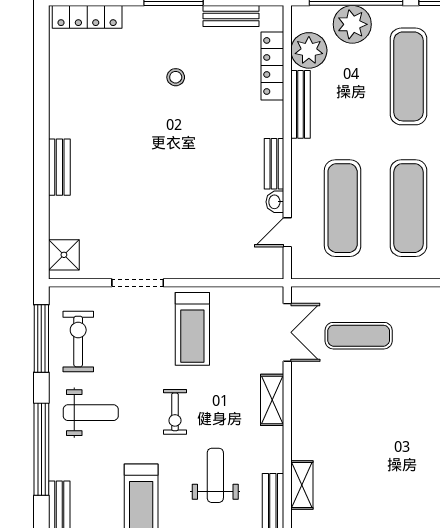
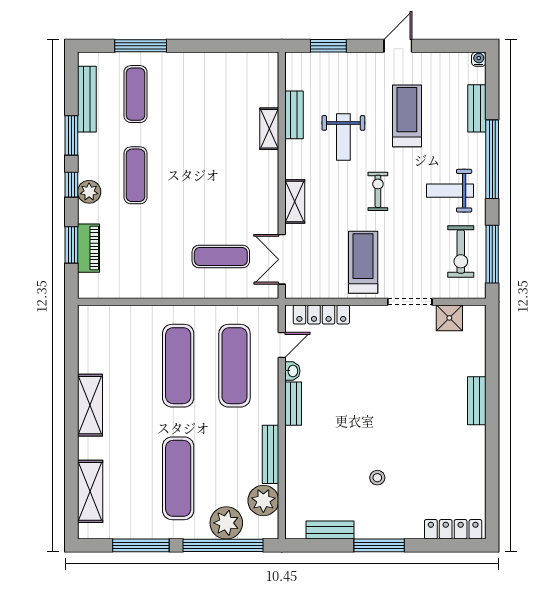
locker: (272, 66) -> (321, 315), moved, turned 90
shower: (64, 255) -> (449, 318), moved

